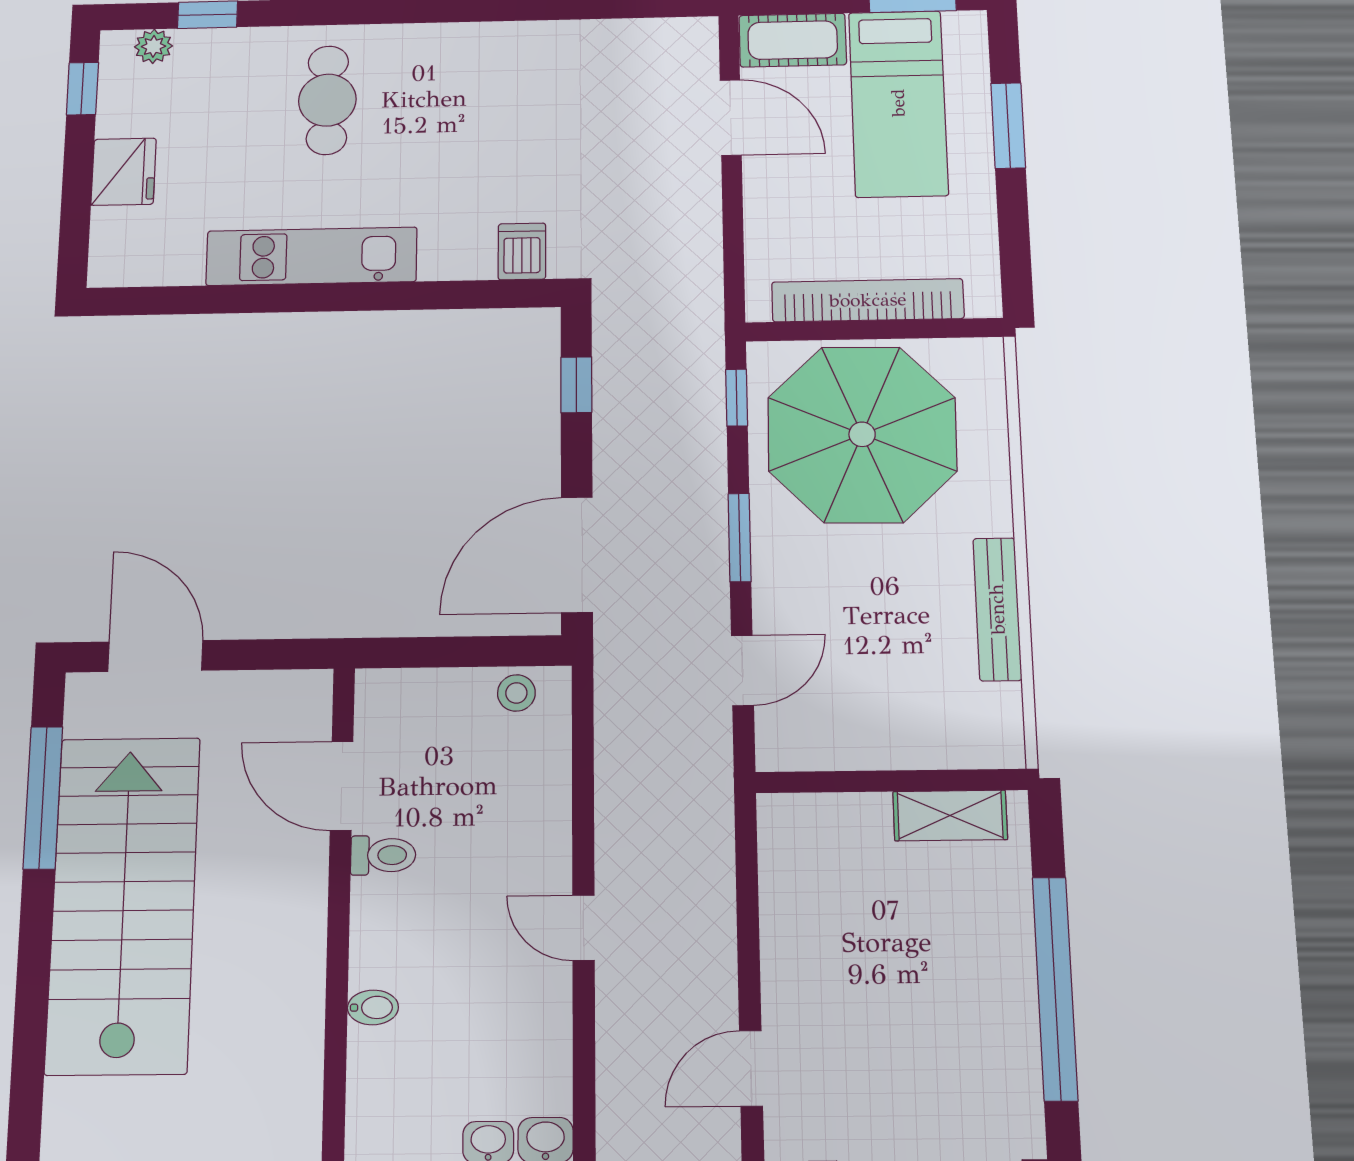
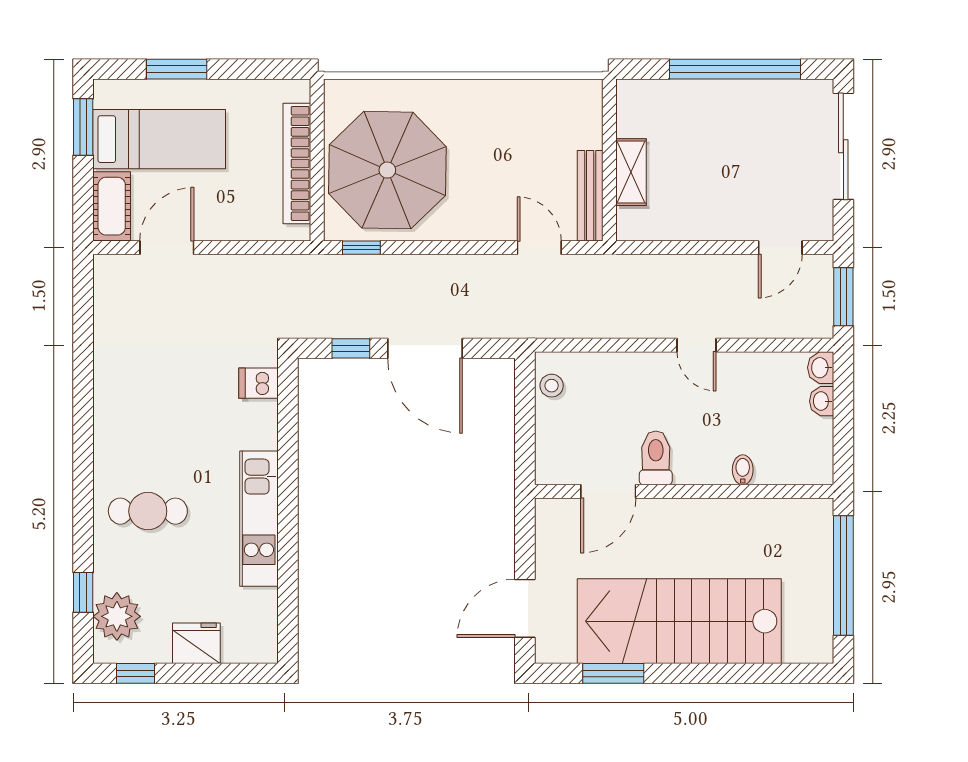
plant: (153, 46) -> (117, 616), width x1.88, depth x1.88
window: (740, 537) -> (454, 248), removed
door: (577, 555) -> (425, 348), moved
bench: (997, 609) -> (590, 196), moved, turned 90
window: (43, 798) -> (613, 673), width x0.69
shelving: (950, 816) -> (631, 172), moved
toilet: (383, 855) -> (656, 458), width x1.37, depth x1.39
door: (583, 928) -> (696, 345), hinge flipped
door: (751, 1068) -> (780, 248), hinge flipped

